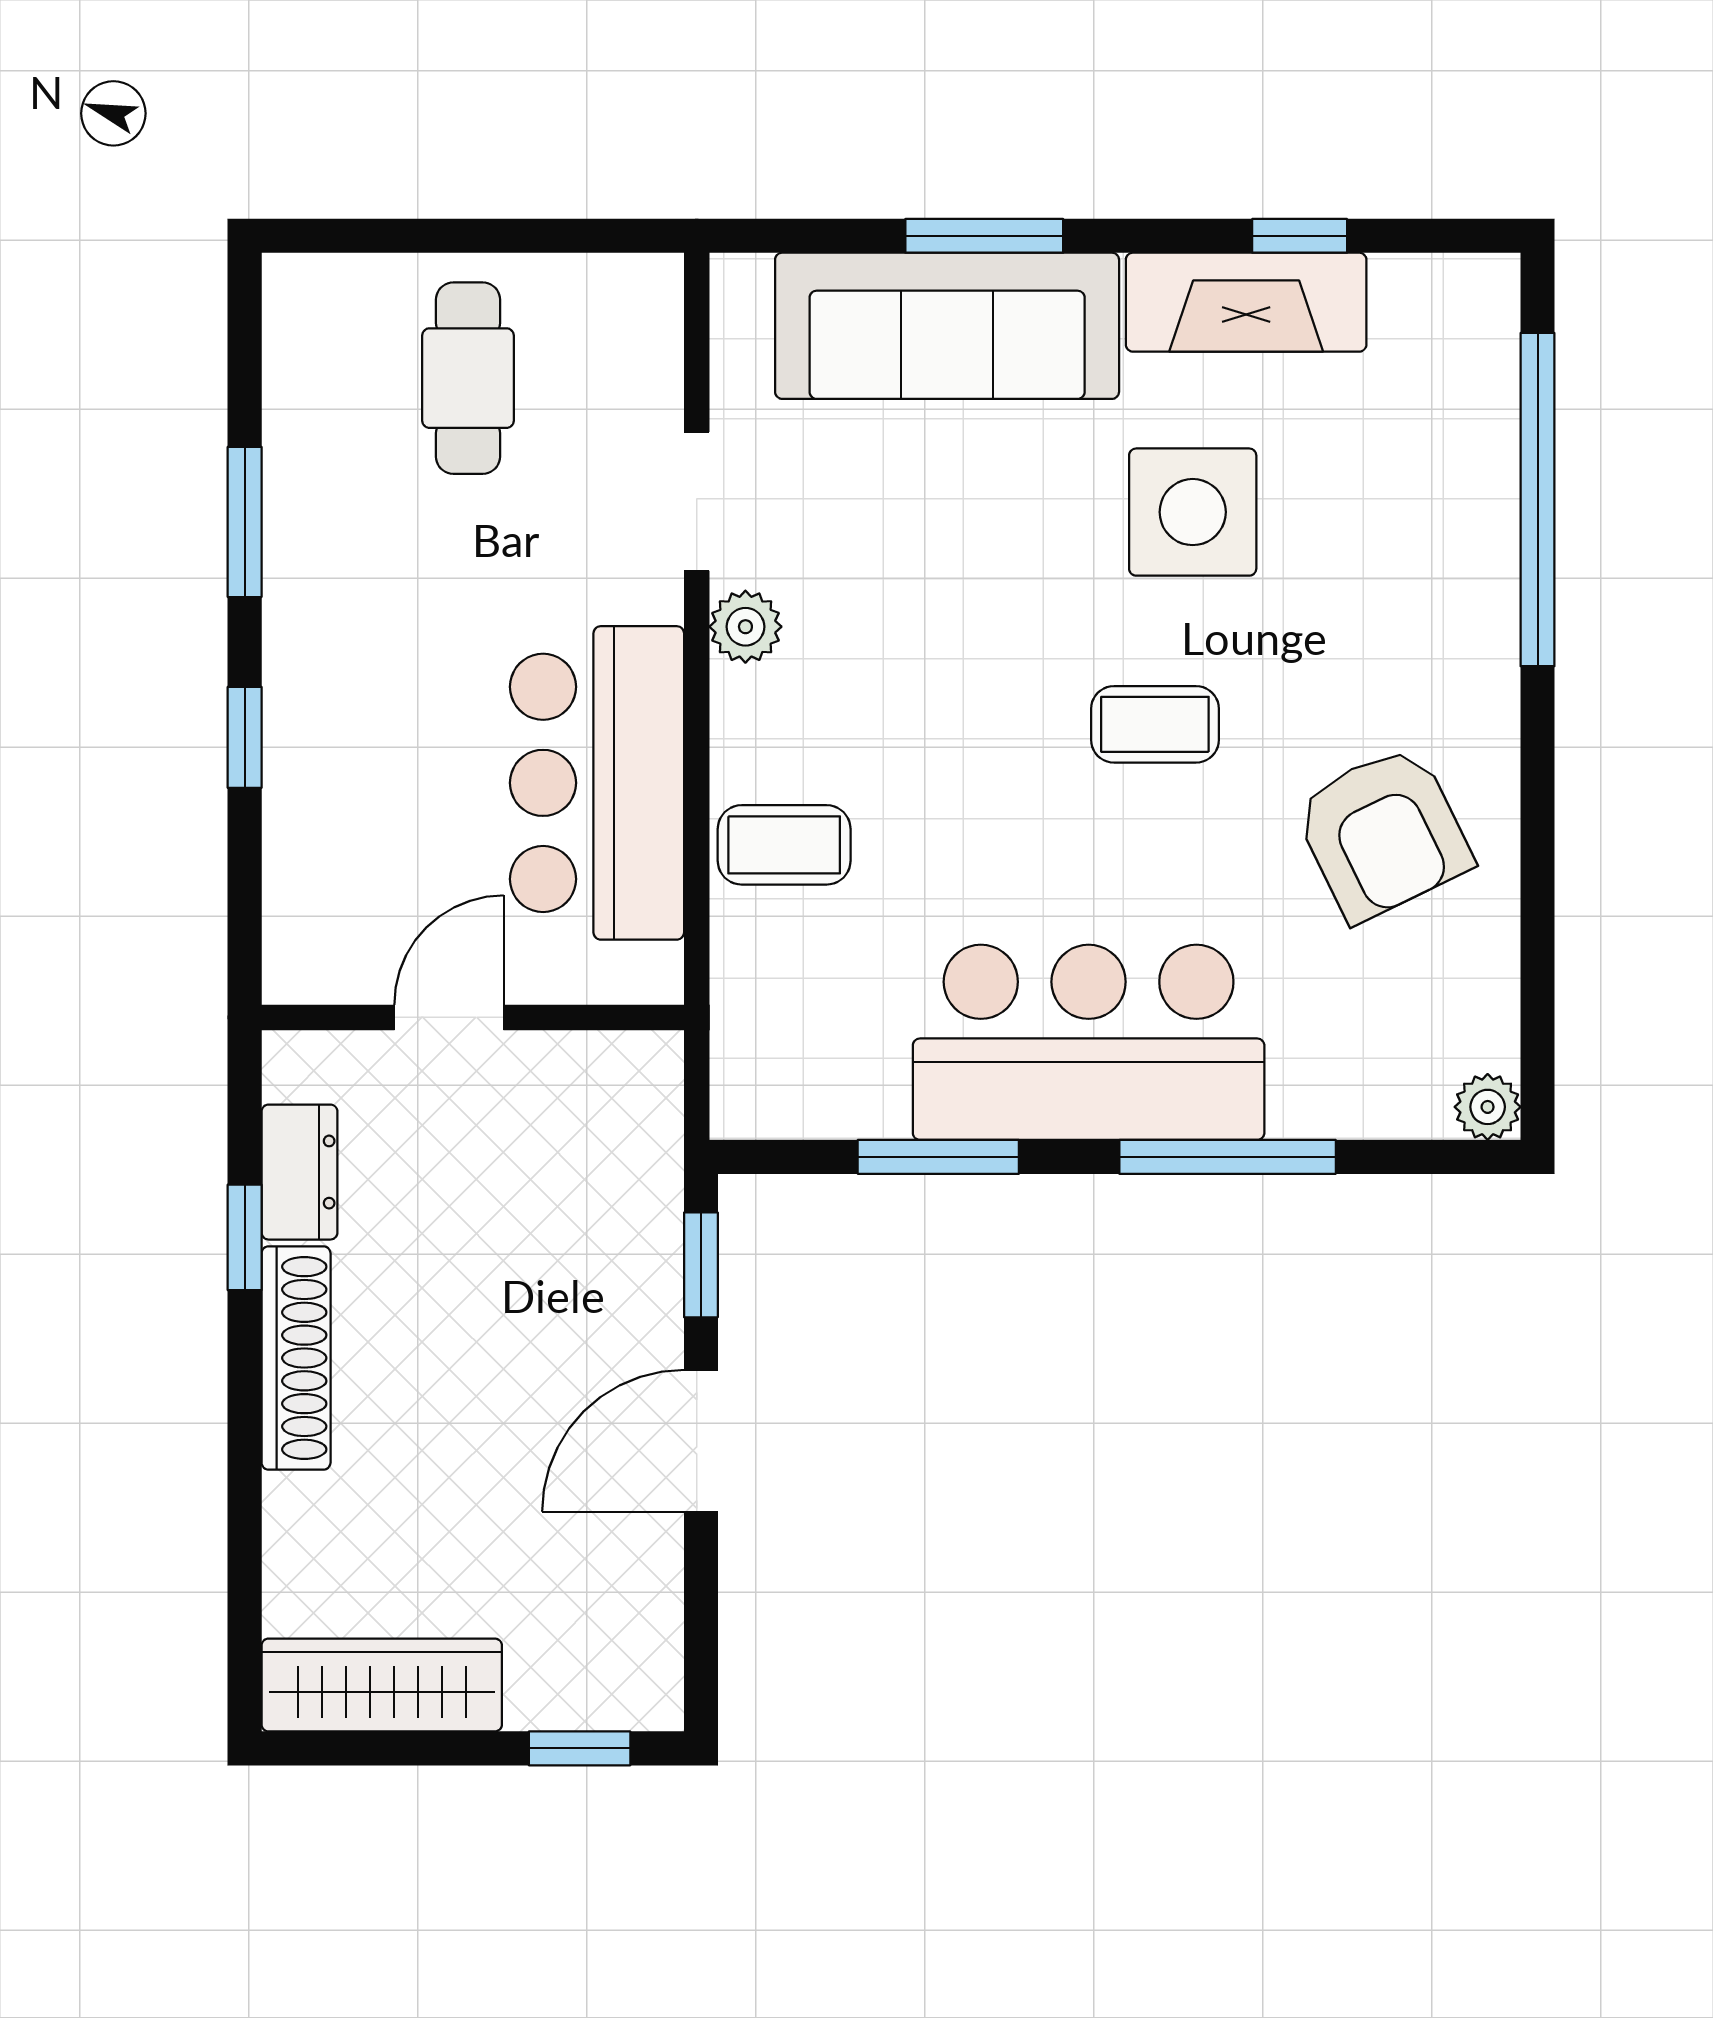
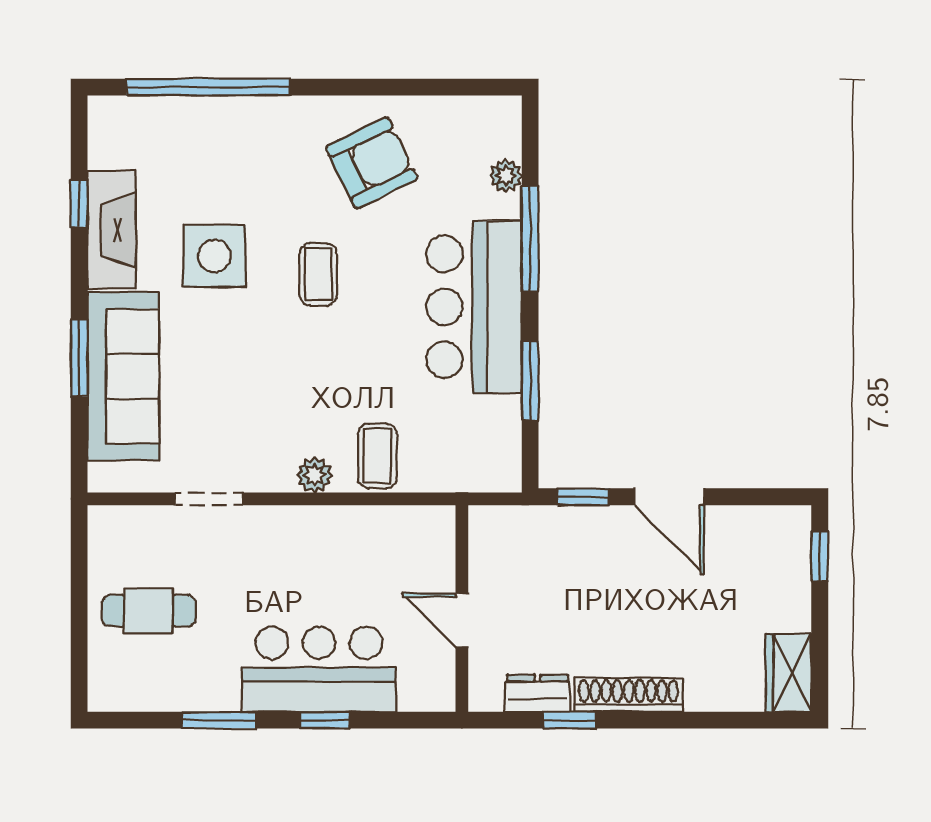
plant: (745, 627) -> (315, 475), moved
bar counter: (597, 783) -> (319, 669), moved, turned 180
plant: (1488, 1107) -> (506, 176), moved
wardrobe: (382, 1685) -> (789, 673), width x0.67

